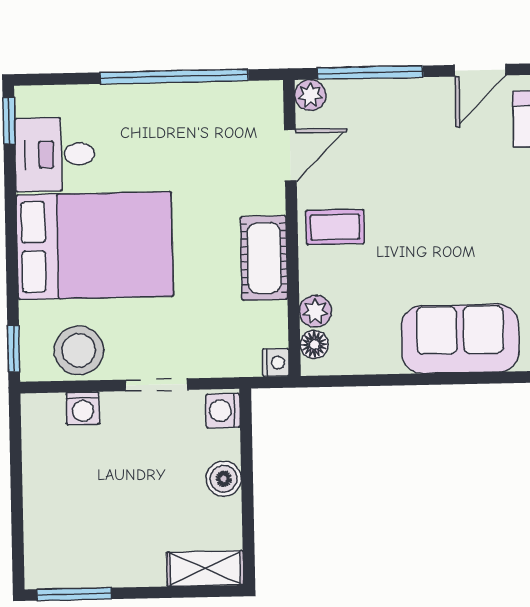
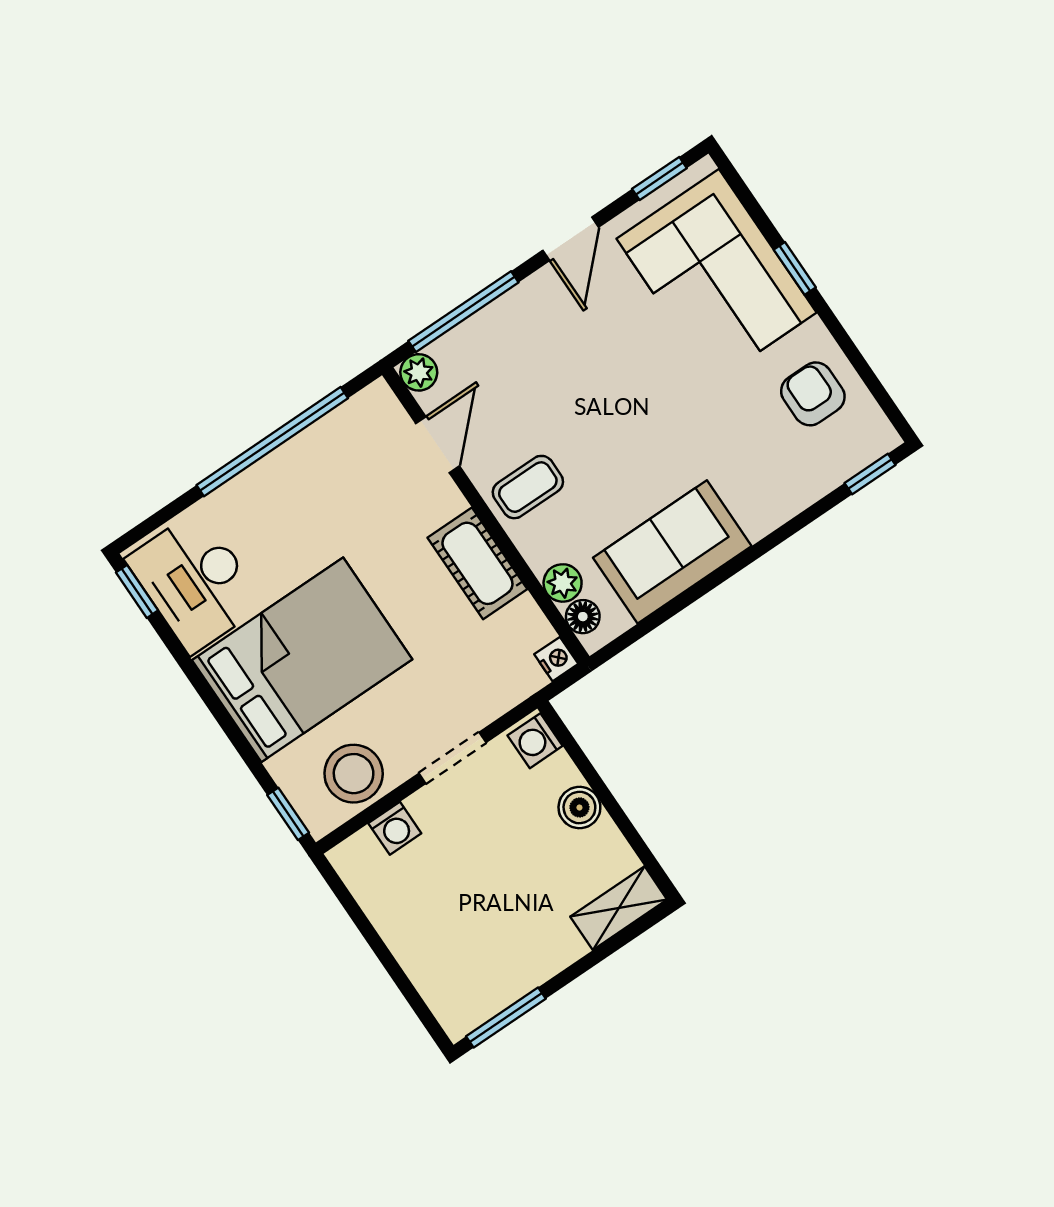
desk: (55, 154) -> (195, 582), width x1.37
sofa: (460, 339) -> (672, 552), moved

